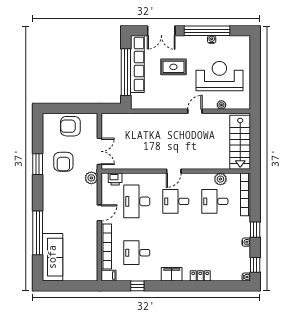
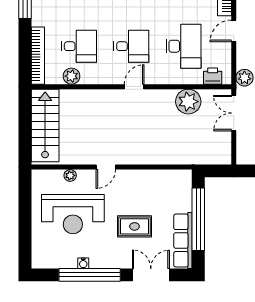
row of seats: (137, 64) -> (183, 240), width x0.73
plant: (133, 160) -> (188, 102), added

